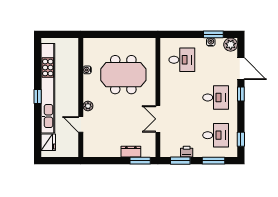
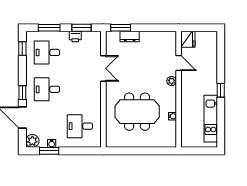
kitchen unit: (48, 88) -> (211, 119), width x0.54
fridge: (48, 142) -> (188, 39), moved, turned 180

